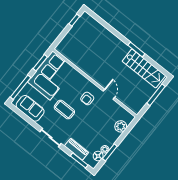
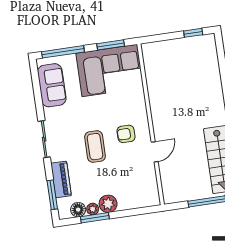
coffee table: (64, 110) -> (95, 147), moved
plant: (121, 126) -> (108, 204), moved

